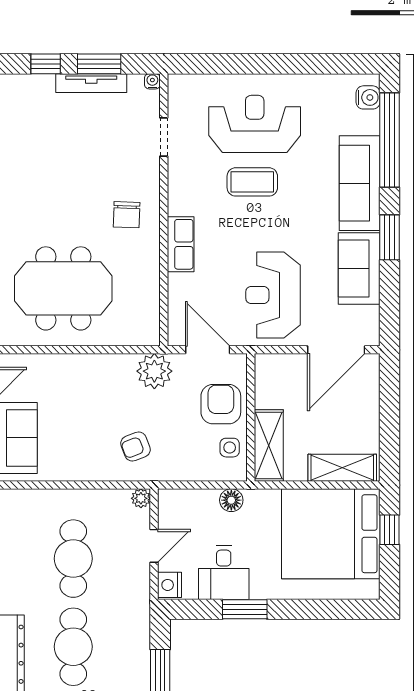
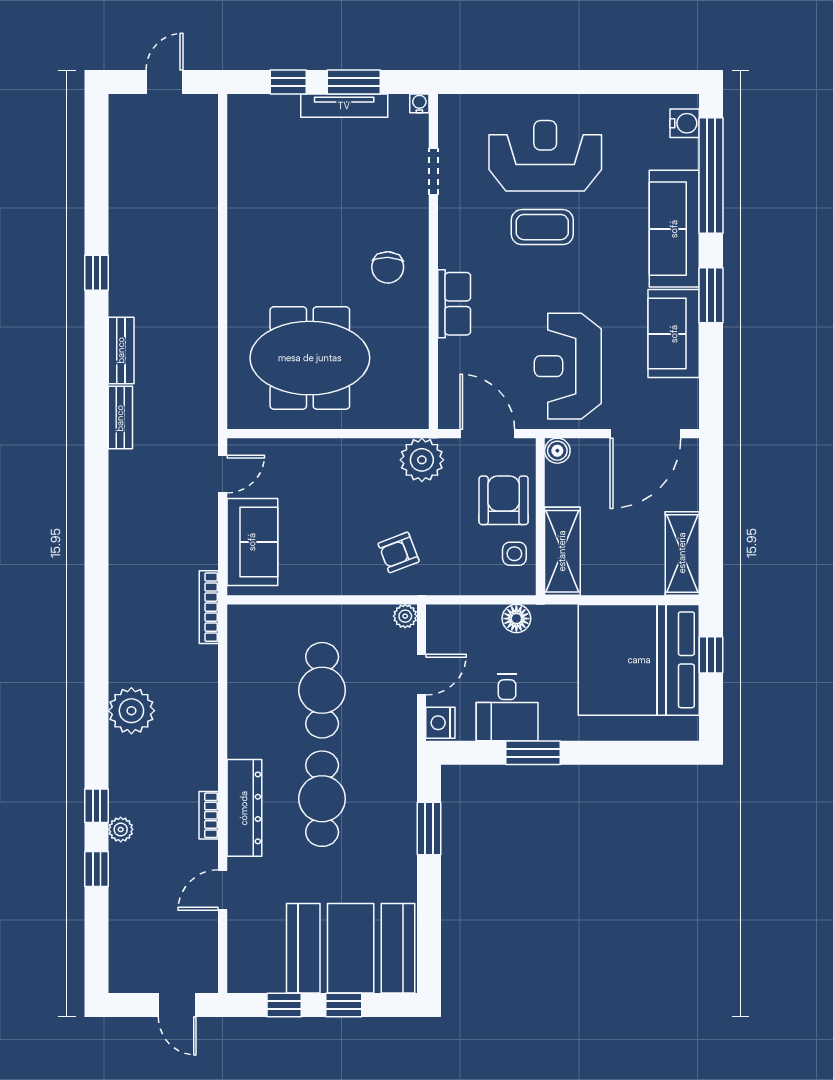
boiler: (265, 364) -> (557, 451), added
shelving: (342, 468) -> (682, 553), moved, turned 90

